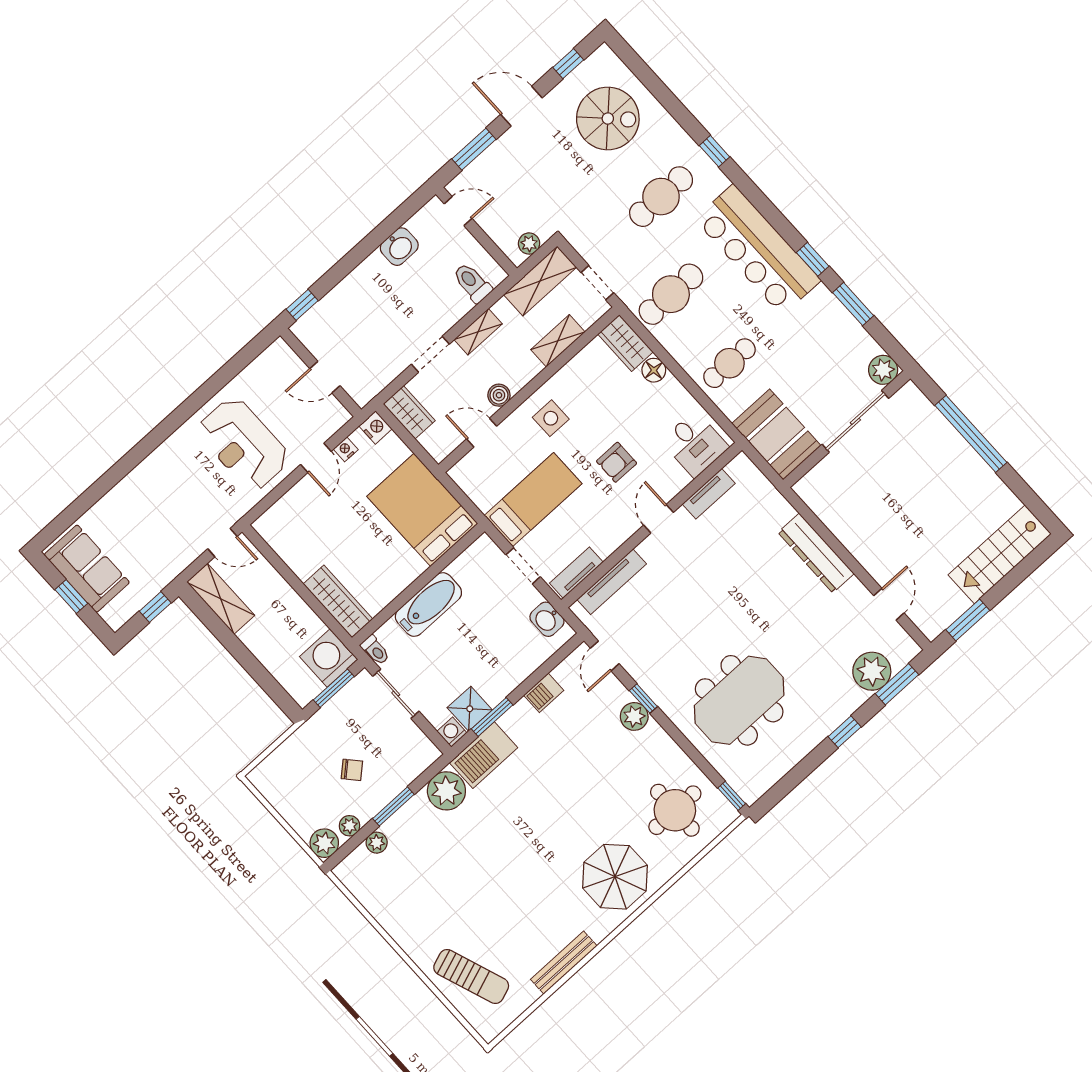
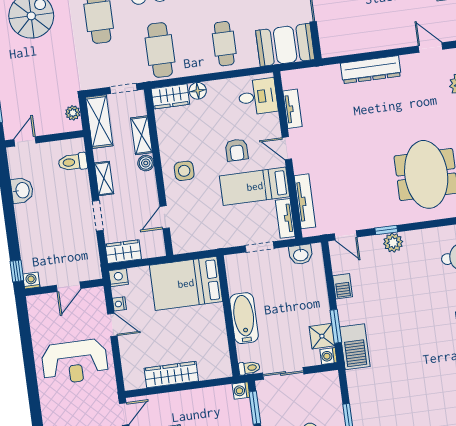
washing machine: (303, 329) -> (31, 280), added
boiler: (499, 395) -> (146, 163), moved
bed: (533, 500) -> (255, 186), moved, turned -90
wardrobe: (338, 601) -> (171, 375), moved
washing machine: (329, 658) -> (241, 391), width x0.53, depth x0.53
plant: (446, 791) -> (361, 383), removed

